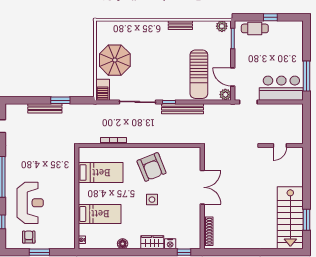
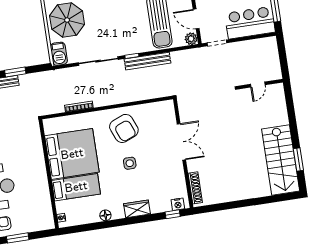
bed: (101, 173) -> (72, 154), width x2.04
nightstand: (170, 244) -> (178, 204), moved

